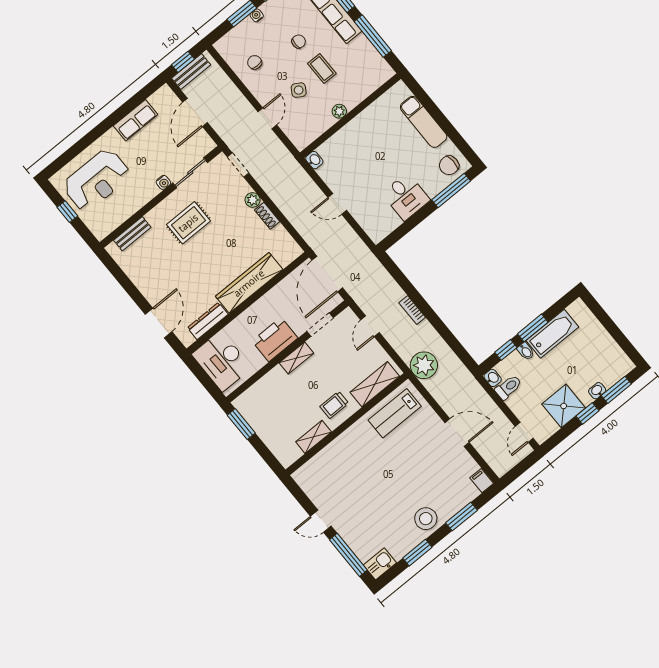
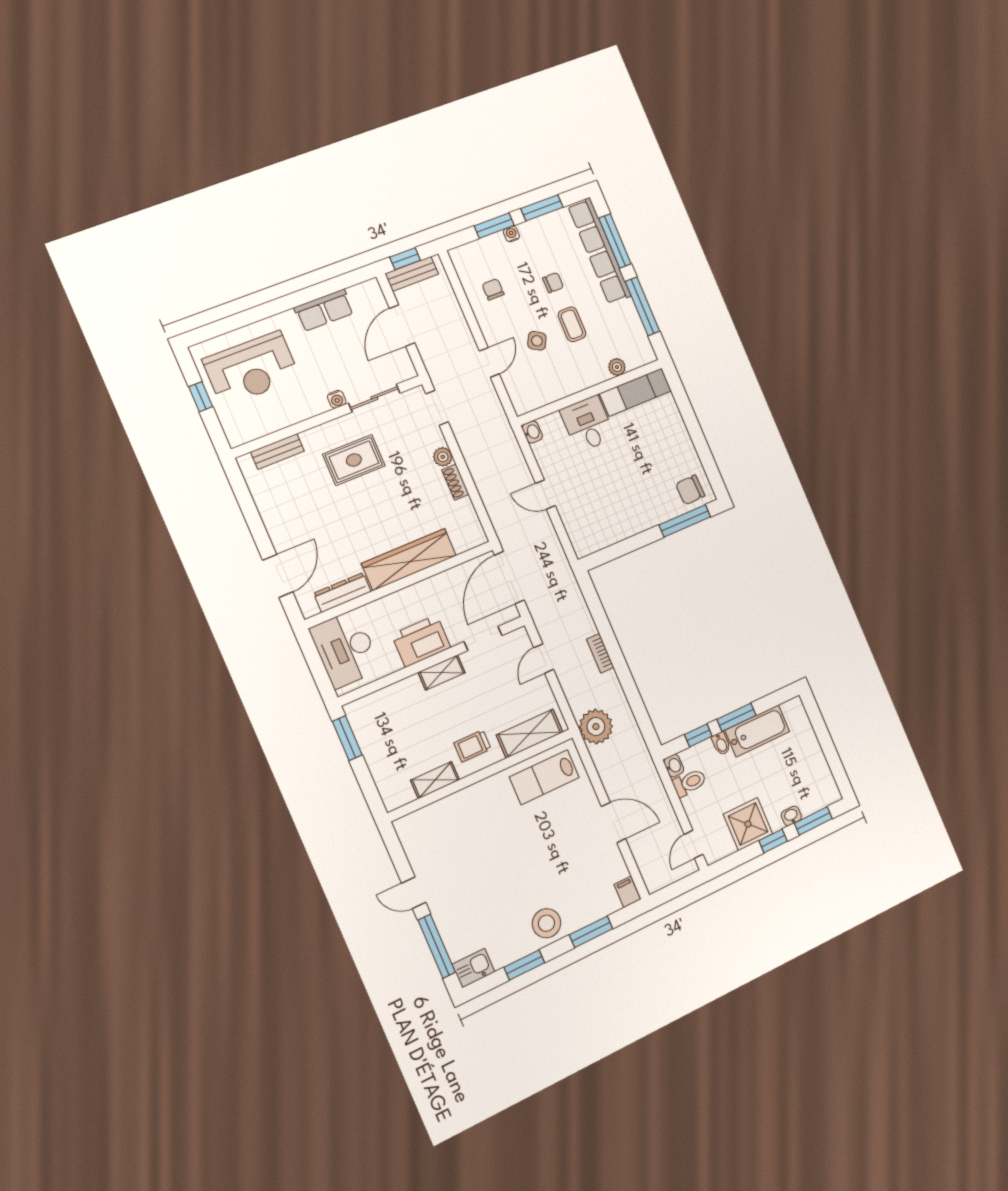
plant: (339, 111) -> (617, 367), moved
exam couch: (424, 122) -> (636, 392), moved, turned -90
desk: (406, 197) -> (588, 424), moved, turned 180

